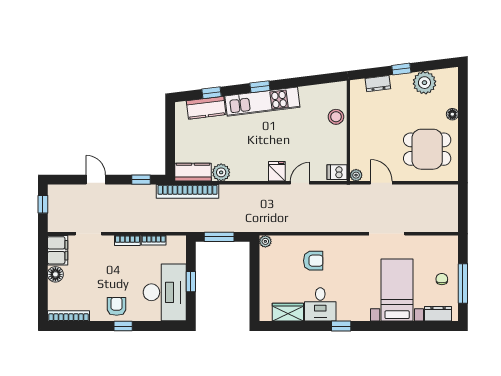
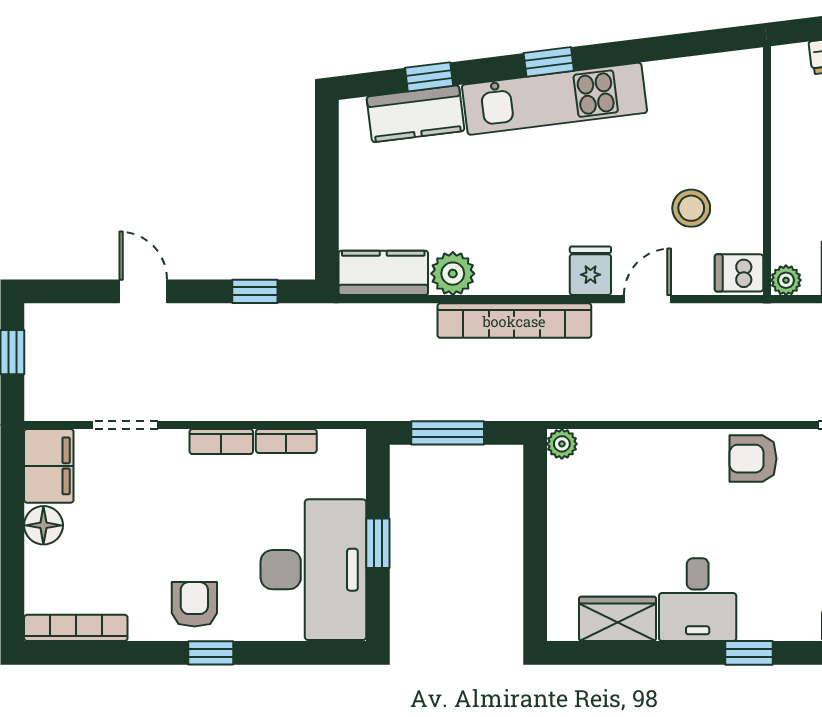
stool: (336, 117) -> (691, 208), moved
bookcase: (188, 191) -> (514, 321), moved
armchair: (313, 261) -> (753, 459), moved, turned 180

